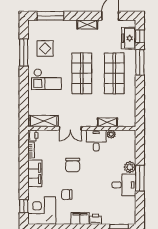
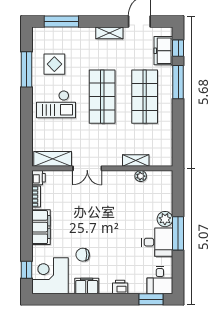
desk: (96, 140) -> (160, 280), moved, turned 180
chair: (73, 165) -> (90, 216), removed
filing cabinet: (80, 218) -> (87, 286), moved

